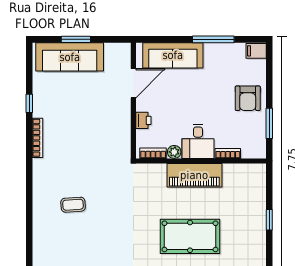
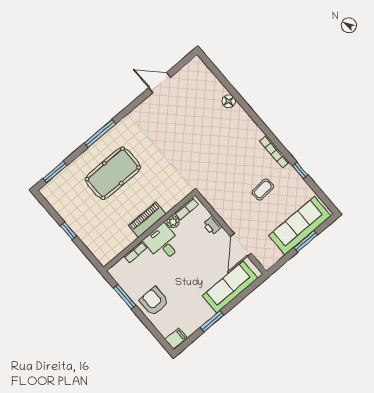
window: (213, 39) -> (212, 321), width x0.69
piano: (194, 175) -> (147, 220), width x0.73, depth x0.75
coffee table: (73, 205) -> (263, 189), moved
floor lamp: (40, 214) -> (229, 101), added

